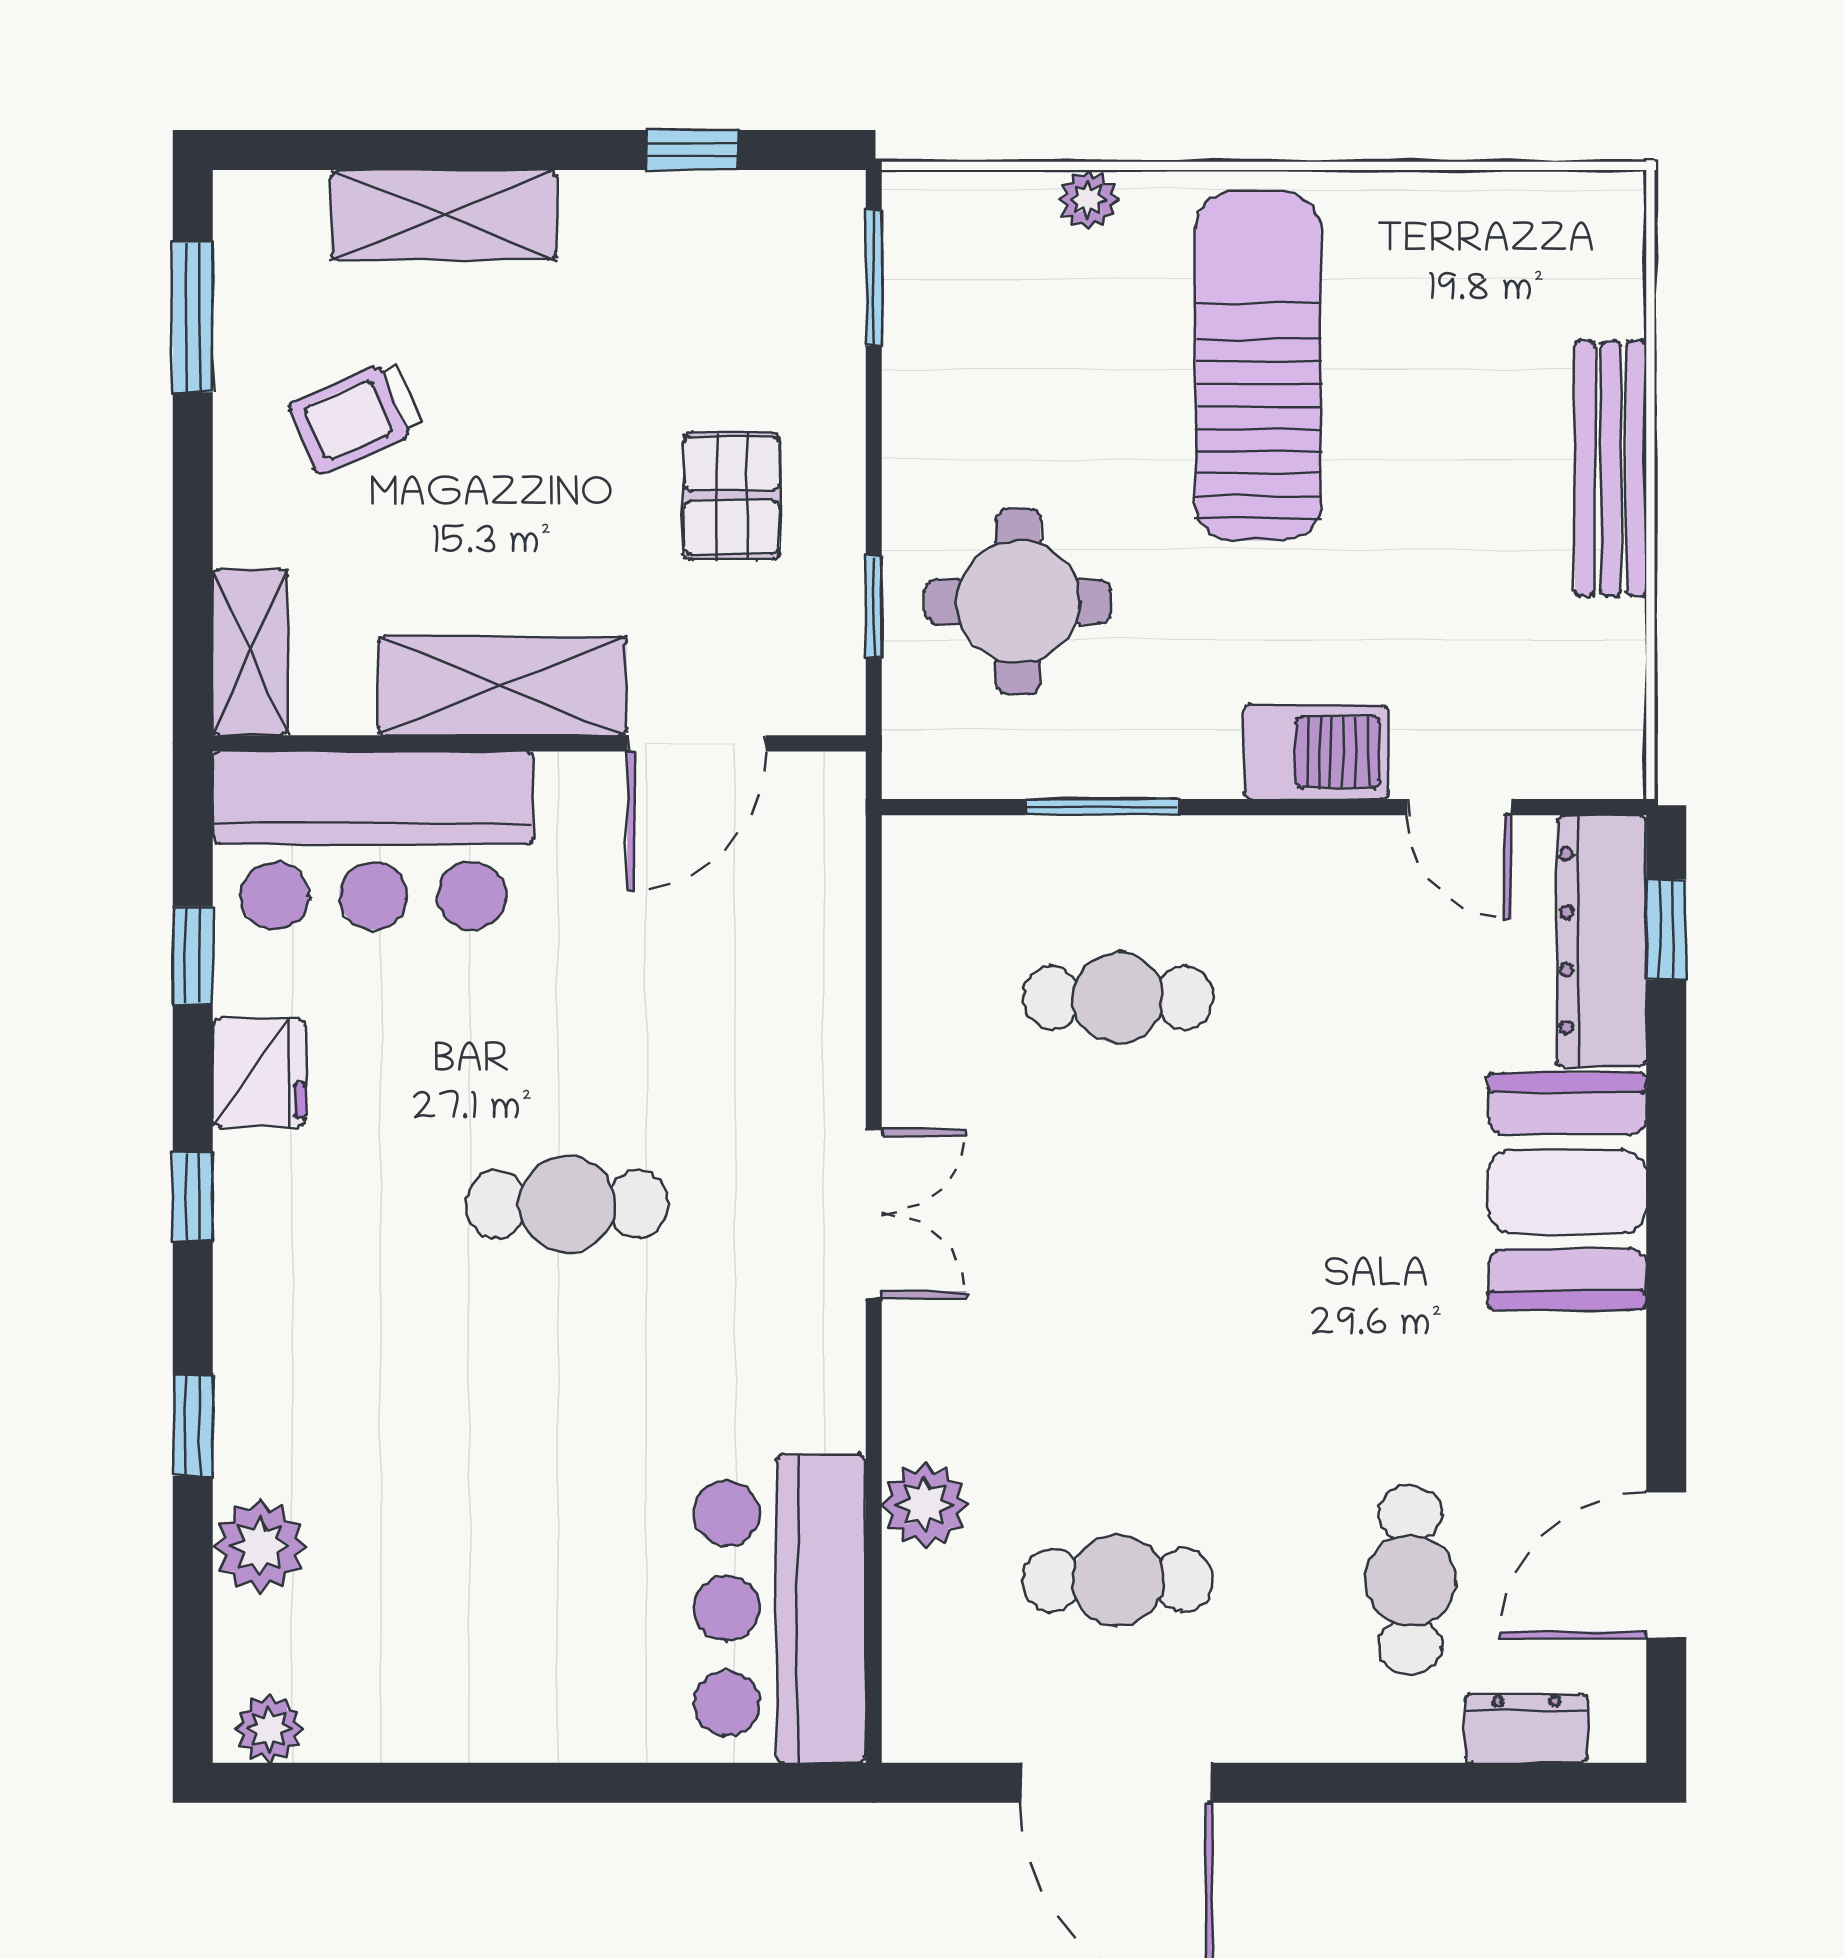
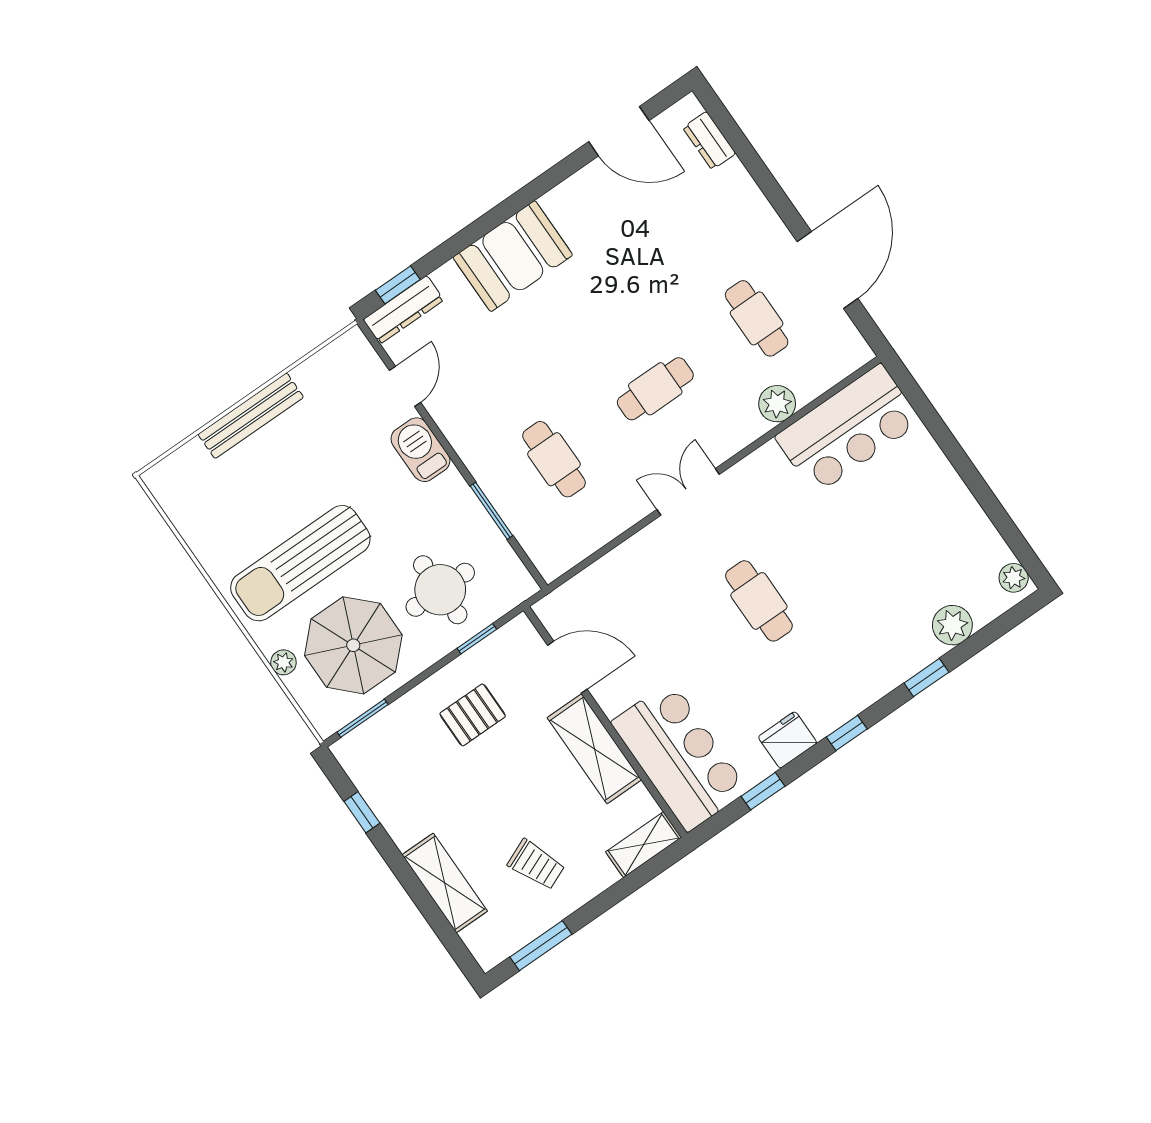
parasol: (1027, 358) -> (353, 645), added
dresser: (1601, 941) -> (403, 310), width x0.73, depth x0.80
cafe table: (1410, 1580) -> (655, 389), moved

